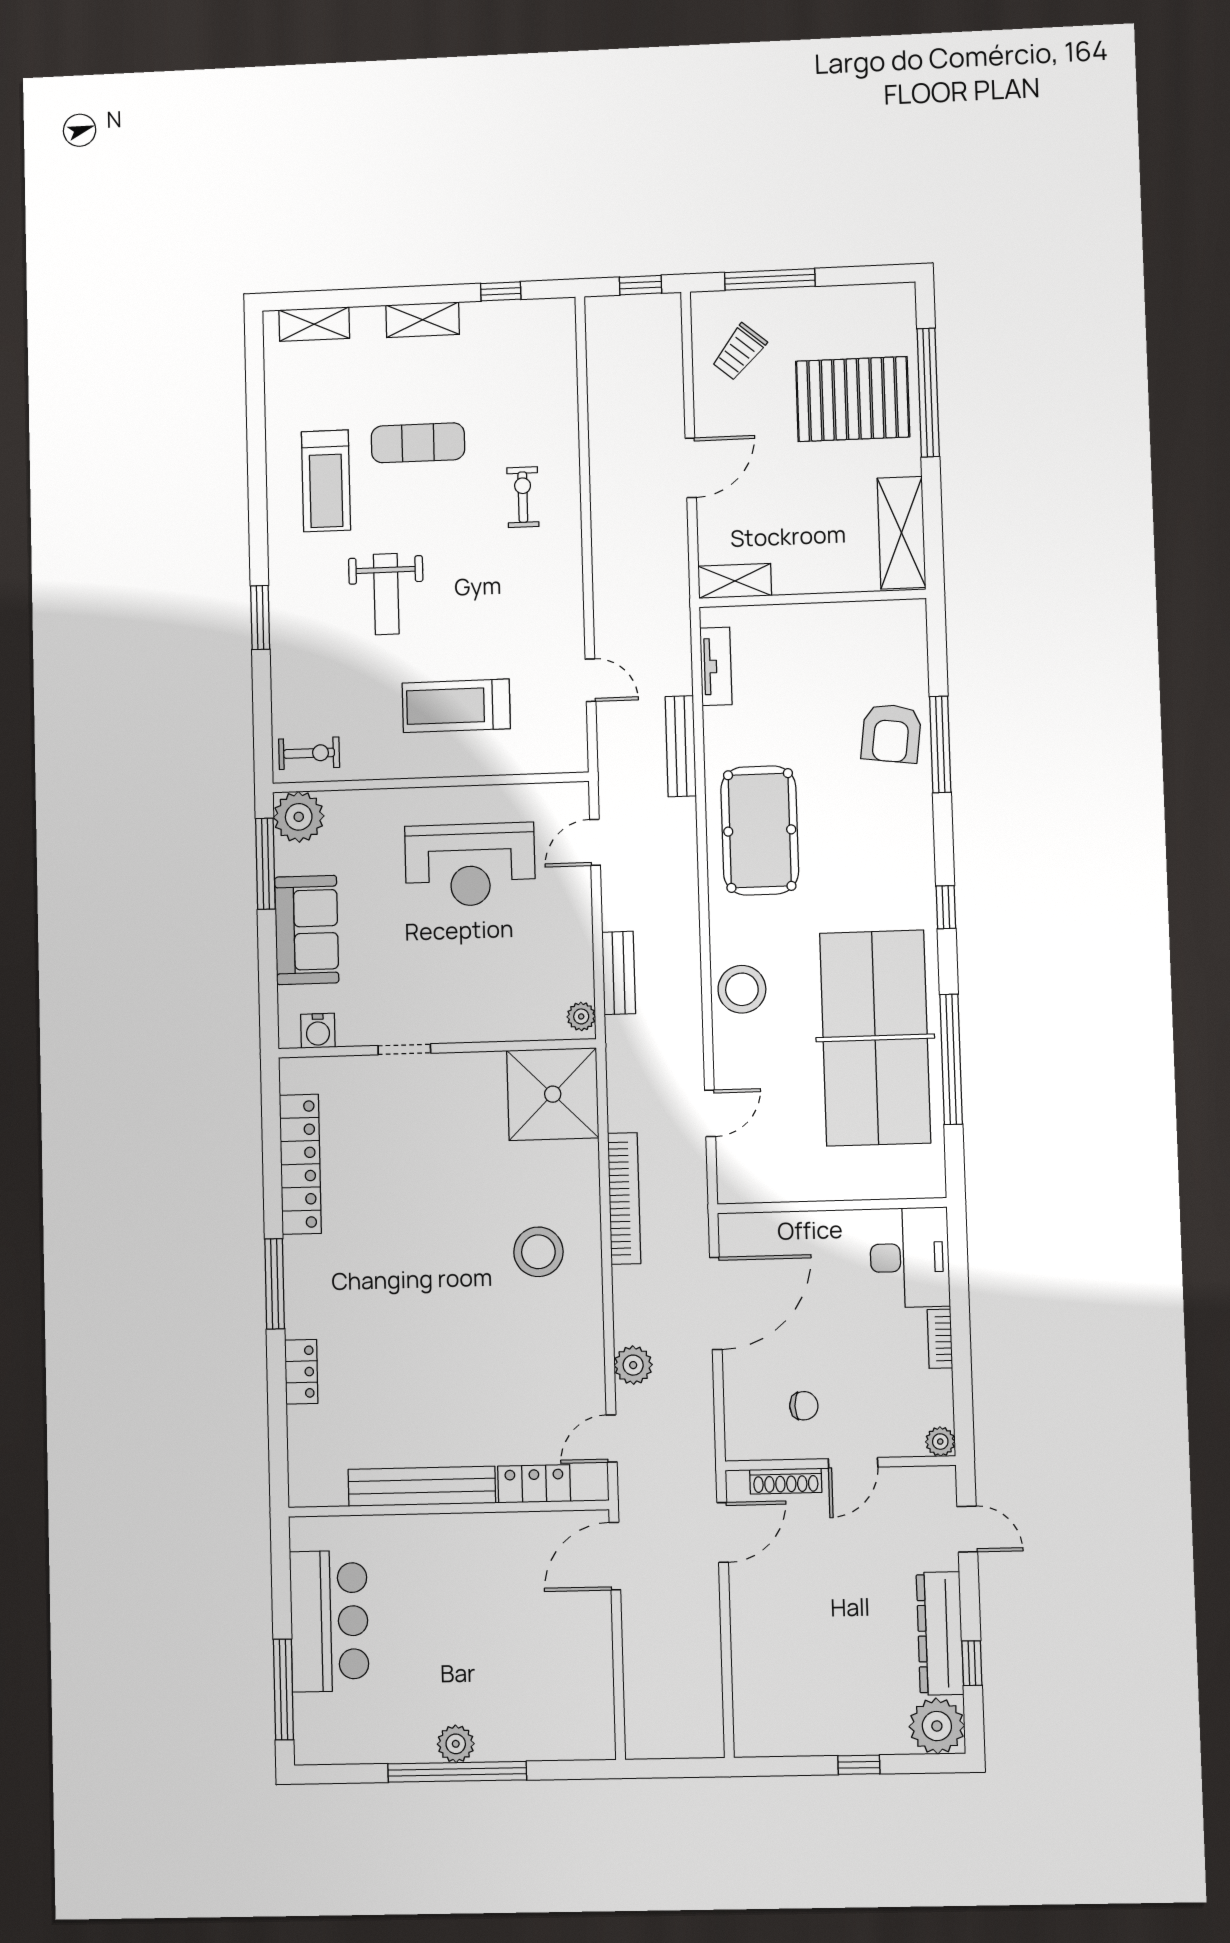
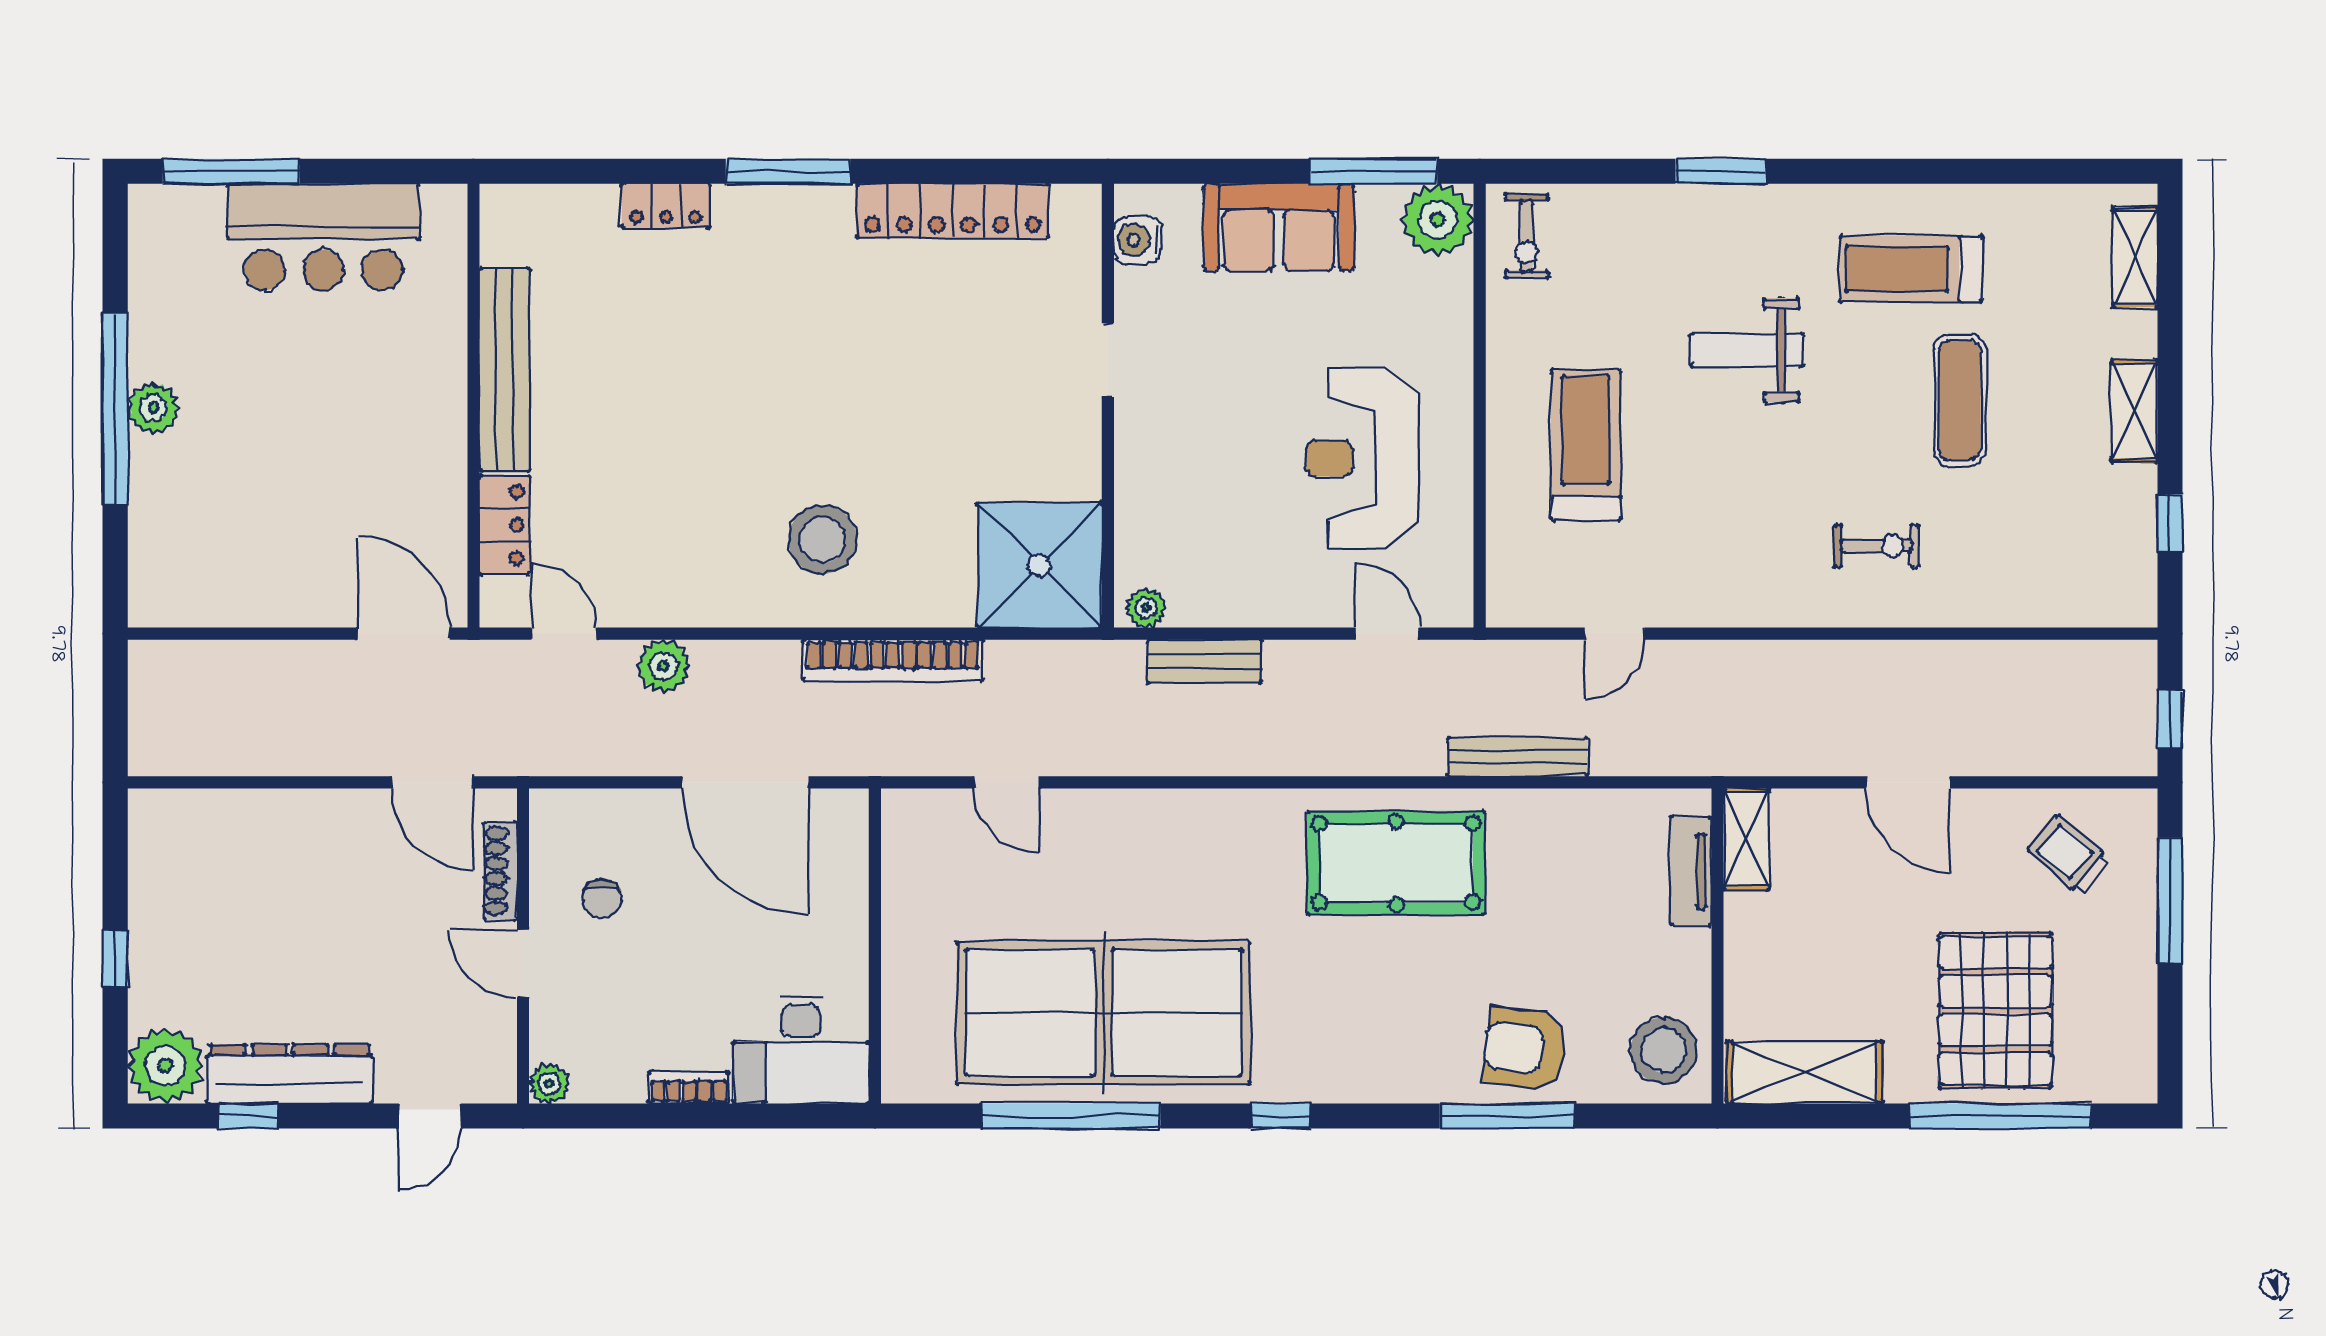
tv unit: (716, 666) -> (1691, 871), moved, turned 90
stool: (742, 989) -> (1664, 1050), moved

